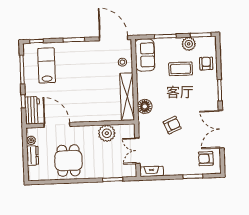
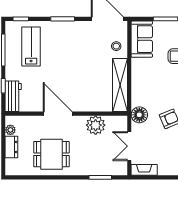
floor lamp: (145, 106) -> (139, 115), moved
door: (57, 125) -> (58, 114), moved
dining table: (68, 161) -> (51, 154), turned 90

